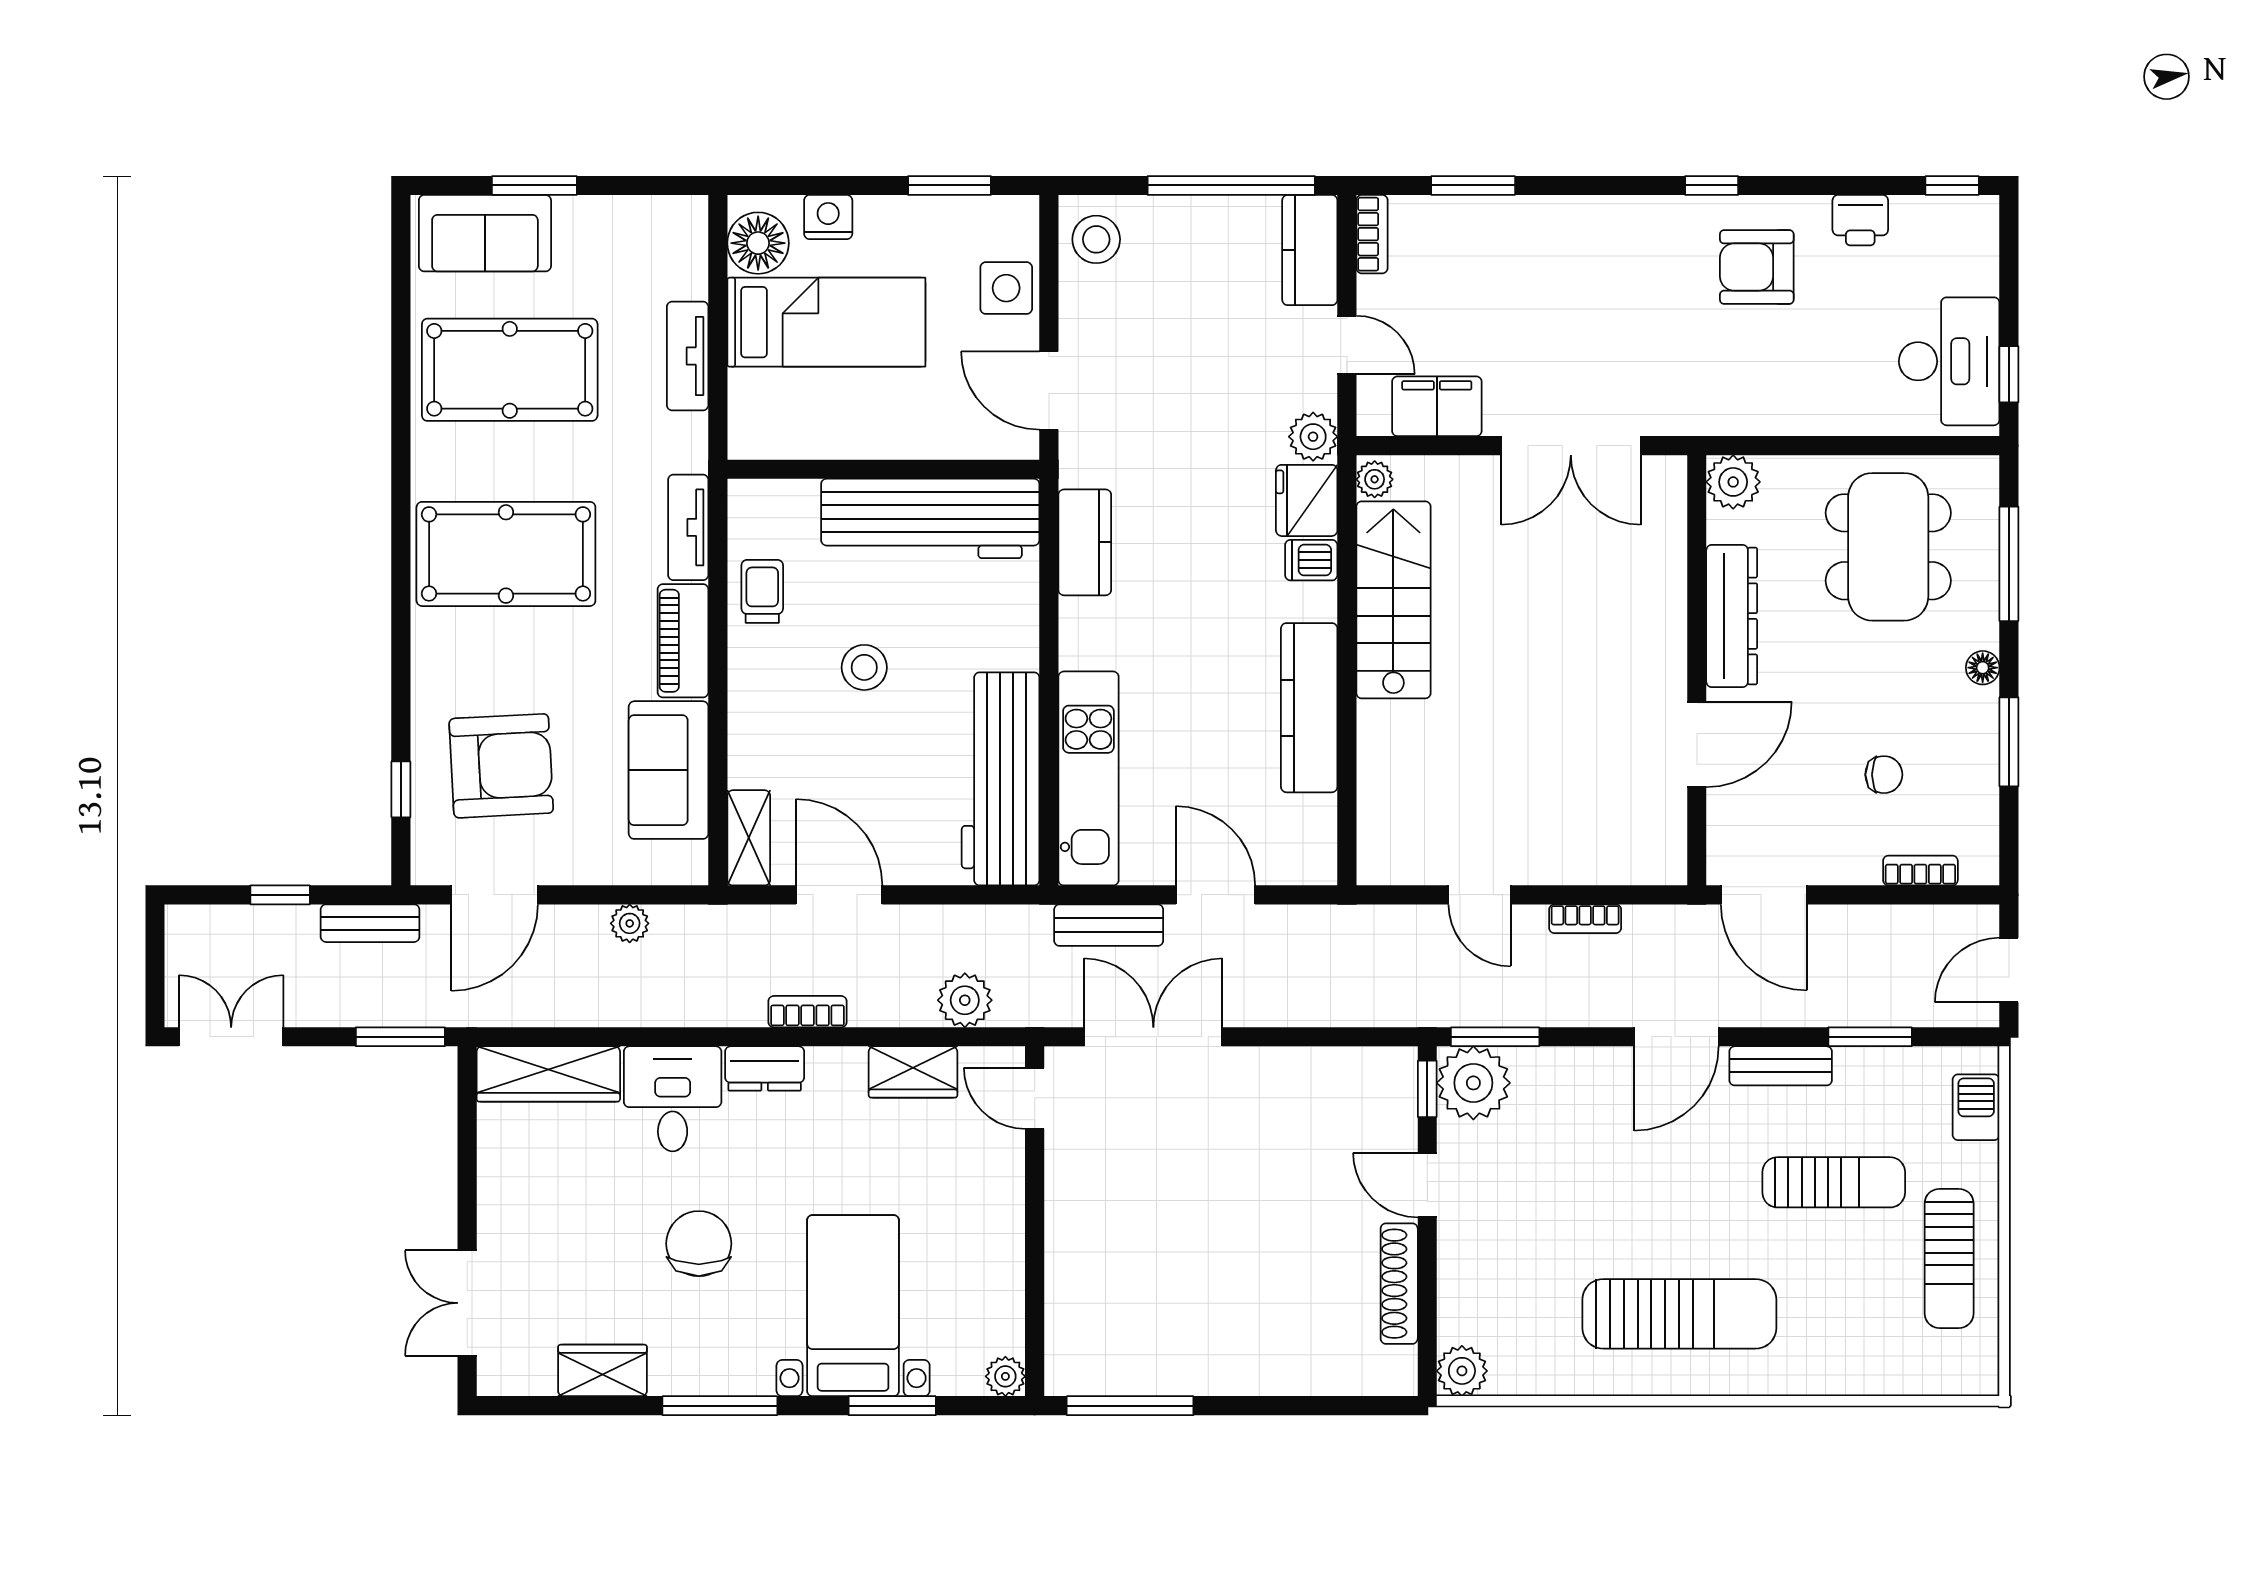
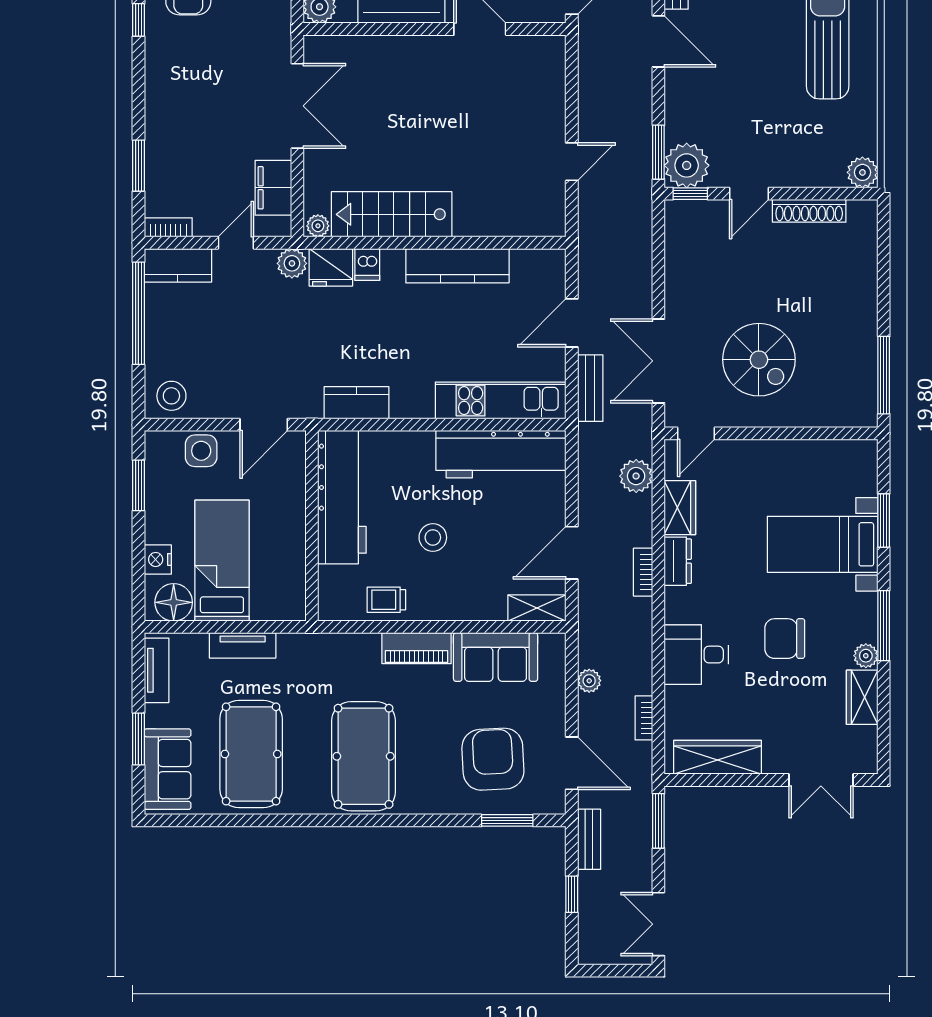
tv unit: (688, 527) -> (157, 670), moved, turned -90
window: (401, 789) -> (507, 820), width x1.50
bookcase: (1585, 919) -> (644, 718), moved, turned 180
dresser: (765, 1068) -> (678, 561), moved
wardrobe: (548, 1074) -> (717, 757), moved, turned -90
spiral stairs: (1155, 1201) -> (759, 360), added
plant: (1005, 1376) -> (866, 656), moved

